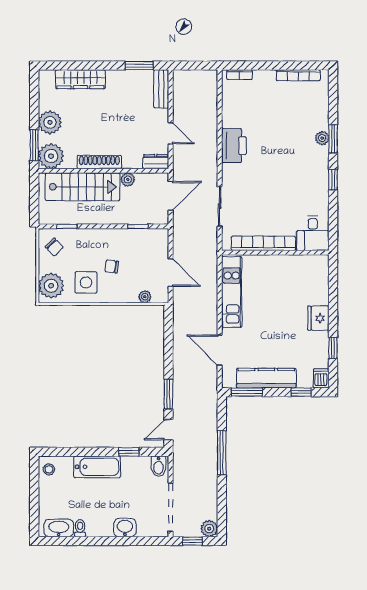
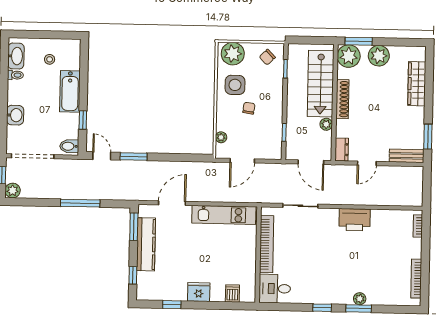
dishwasher: (321, 378) -> (232, 293), moved, turned -90
stool: (49, 469) -> (50, 59), moved

